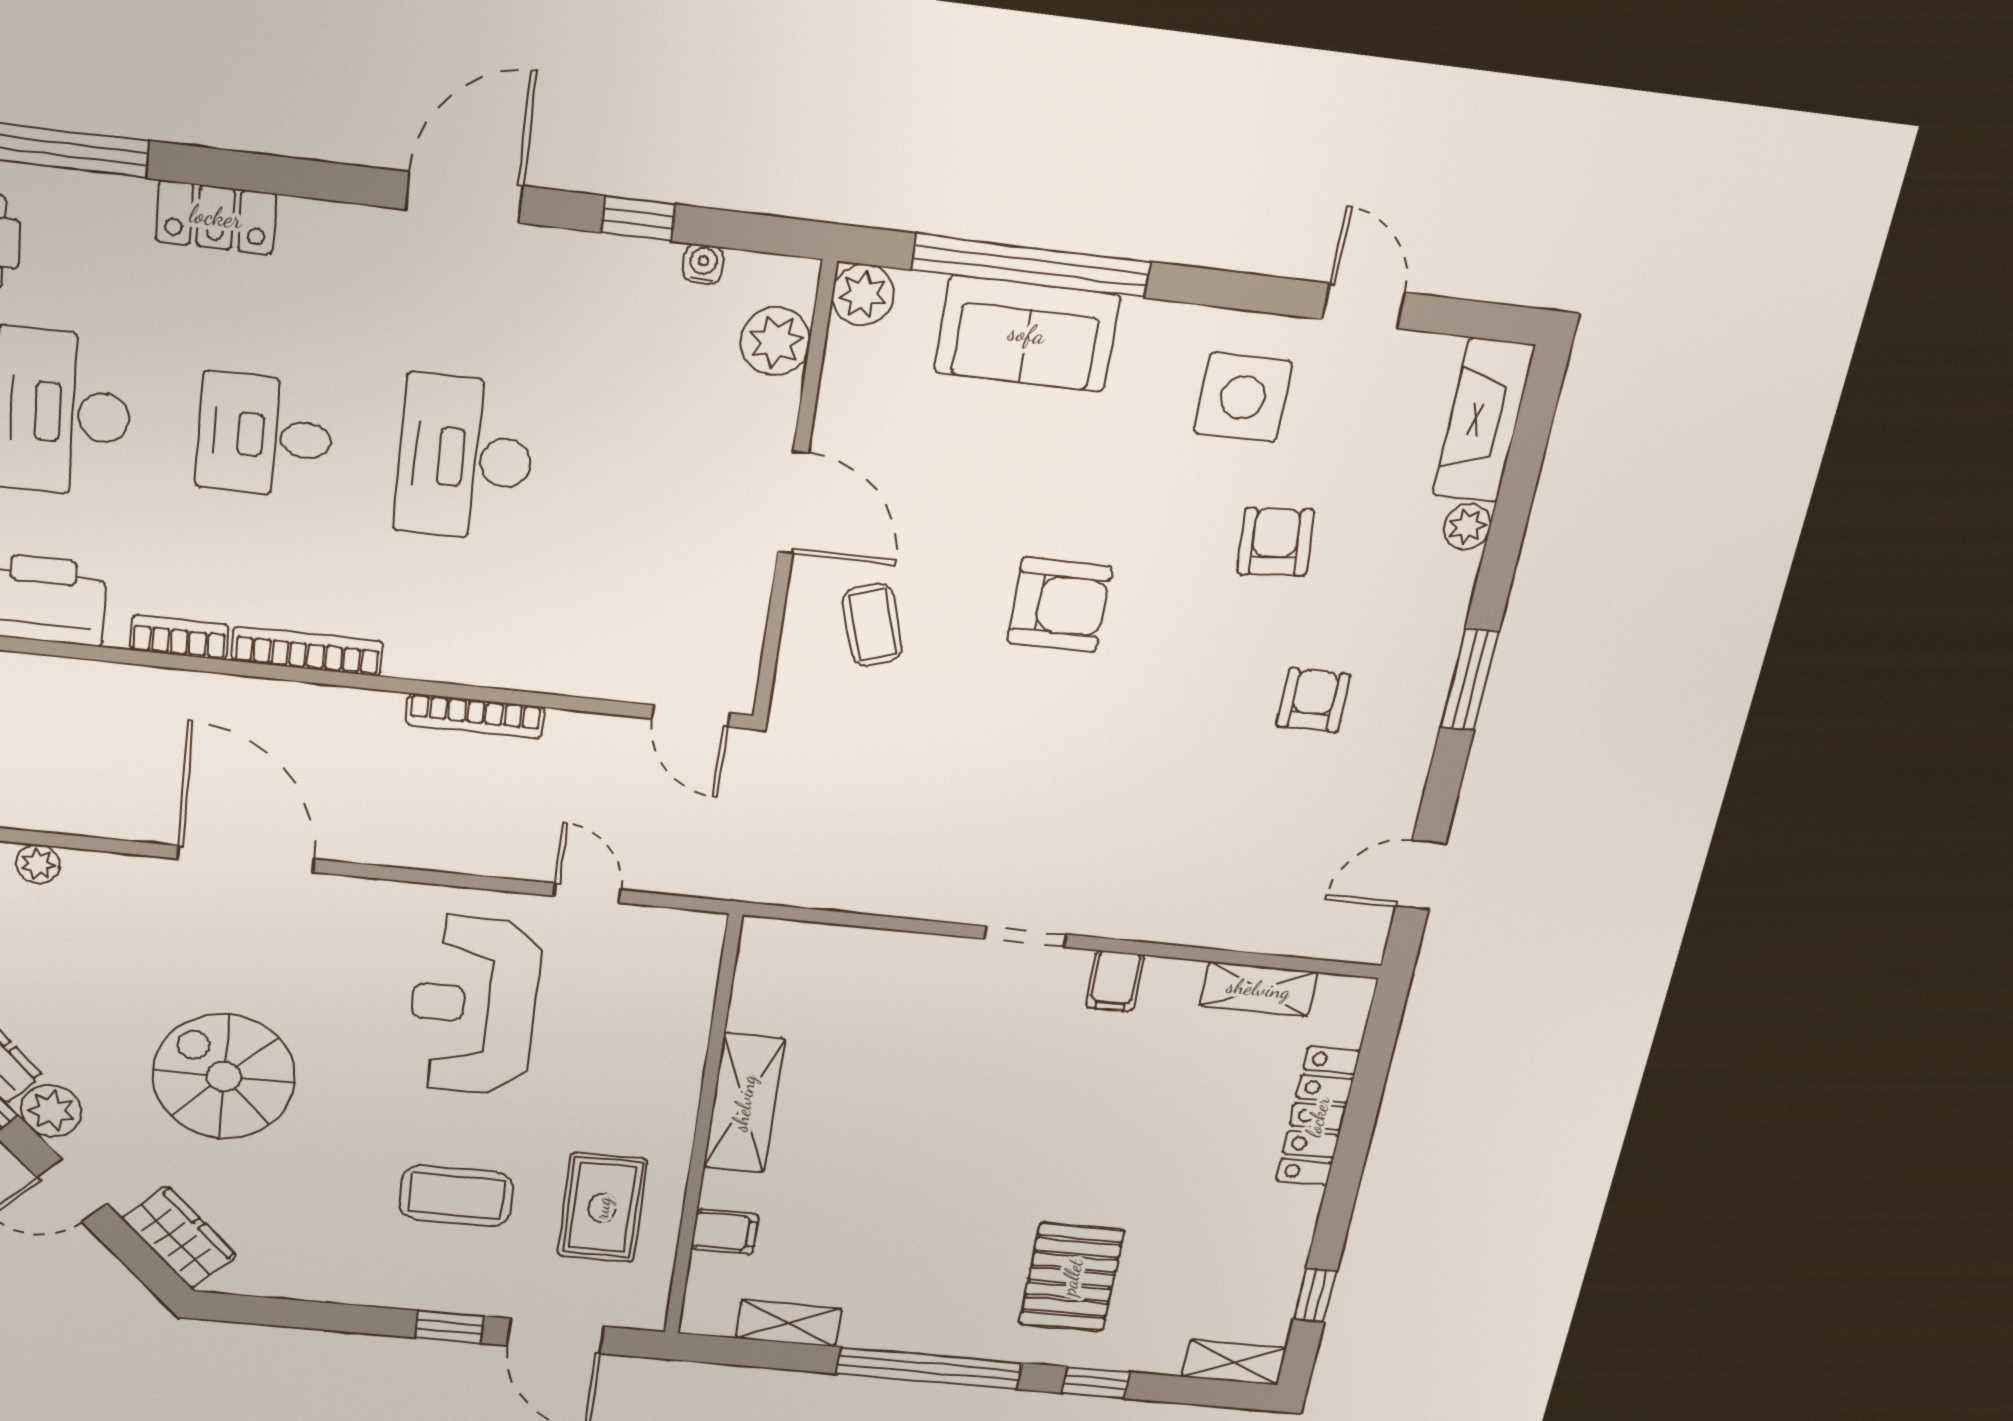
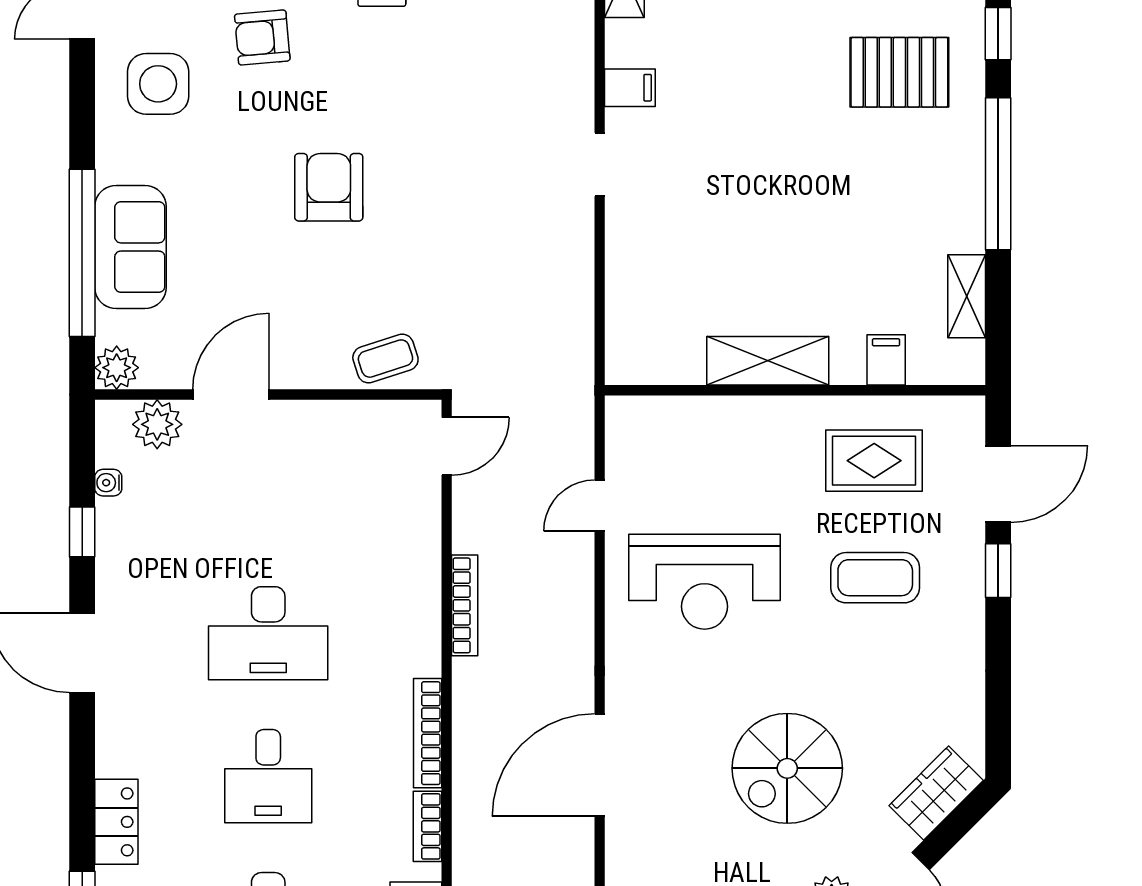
door: (793, 503) -> (231, 395), moved
coffee table: (872, 625) -> (385, 359), moved
coffee table: (456, 1196) -> (875, 578), turned 90

